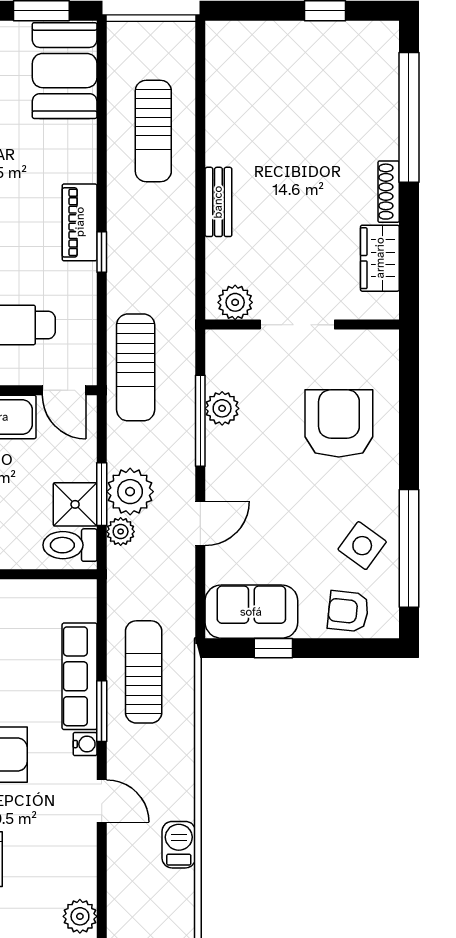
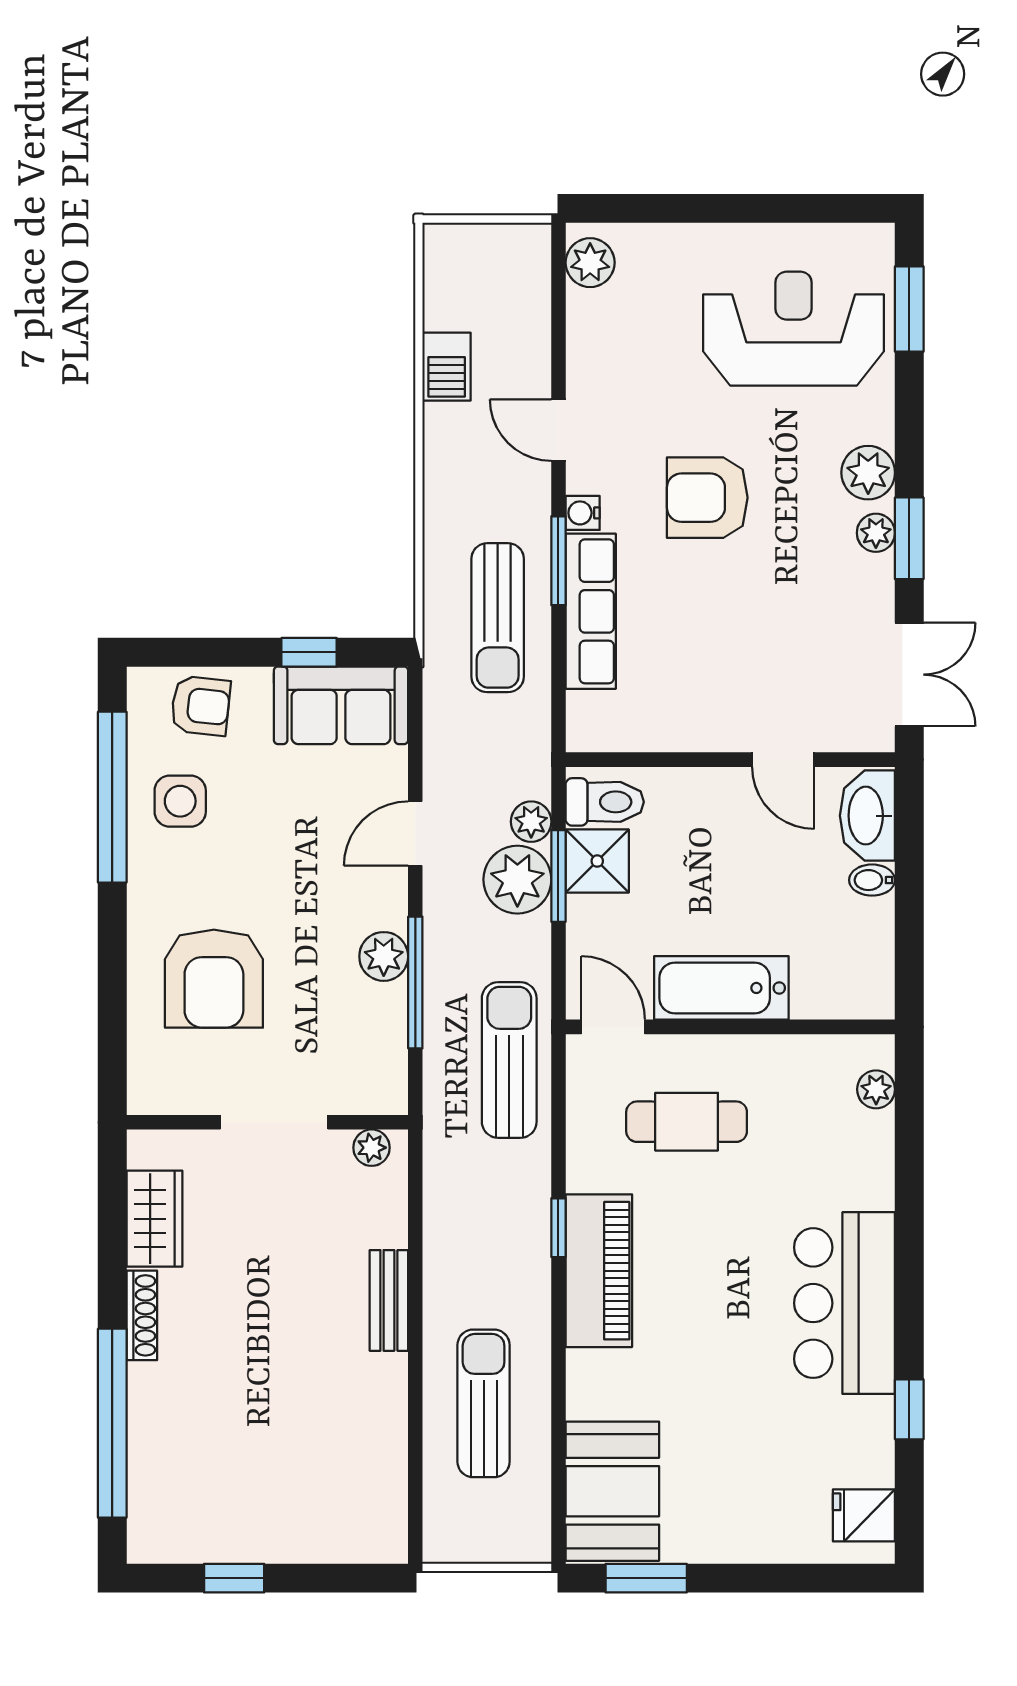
piano: (80, 222) -> (599, 1271), width x1.37, depth x1.33
plant: (235, 302) -> (372, 1148), width x0.73, depth x0.73
plant: (222, 408) -> (384, 956), moved
side table: (362, 546) -> (180, 801), turned -36

